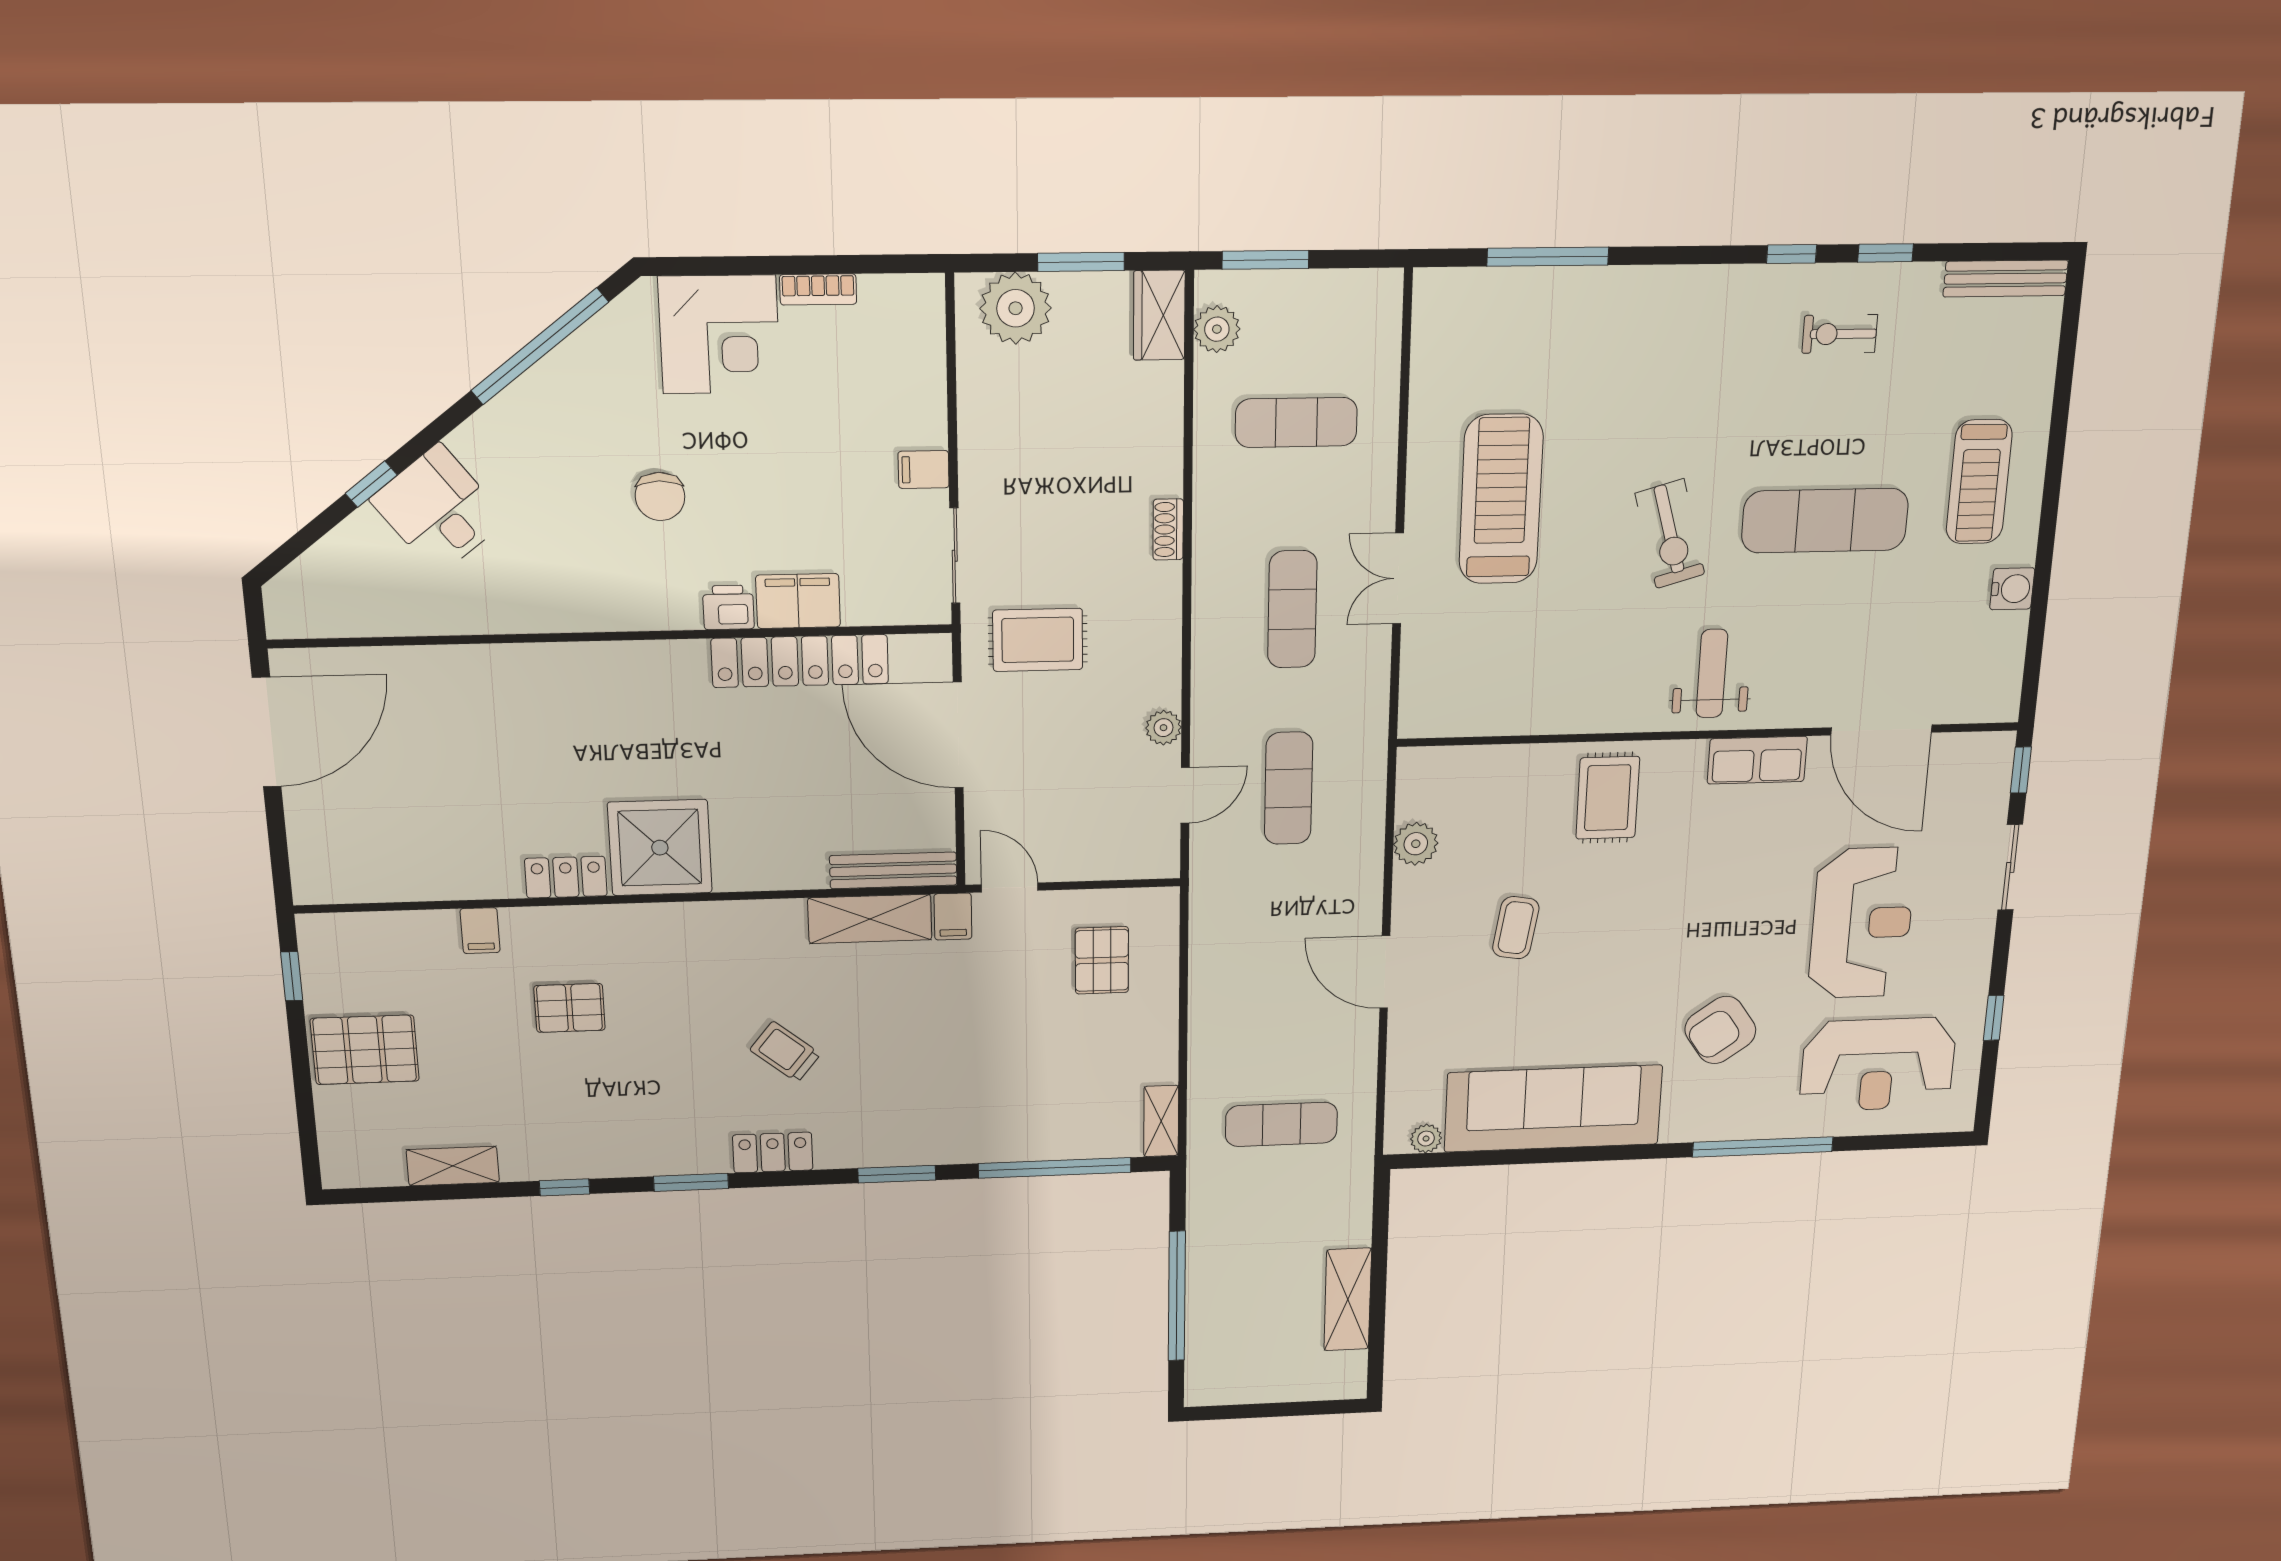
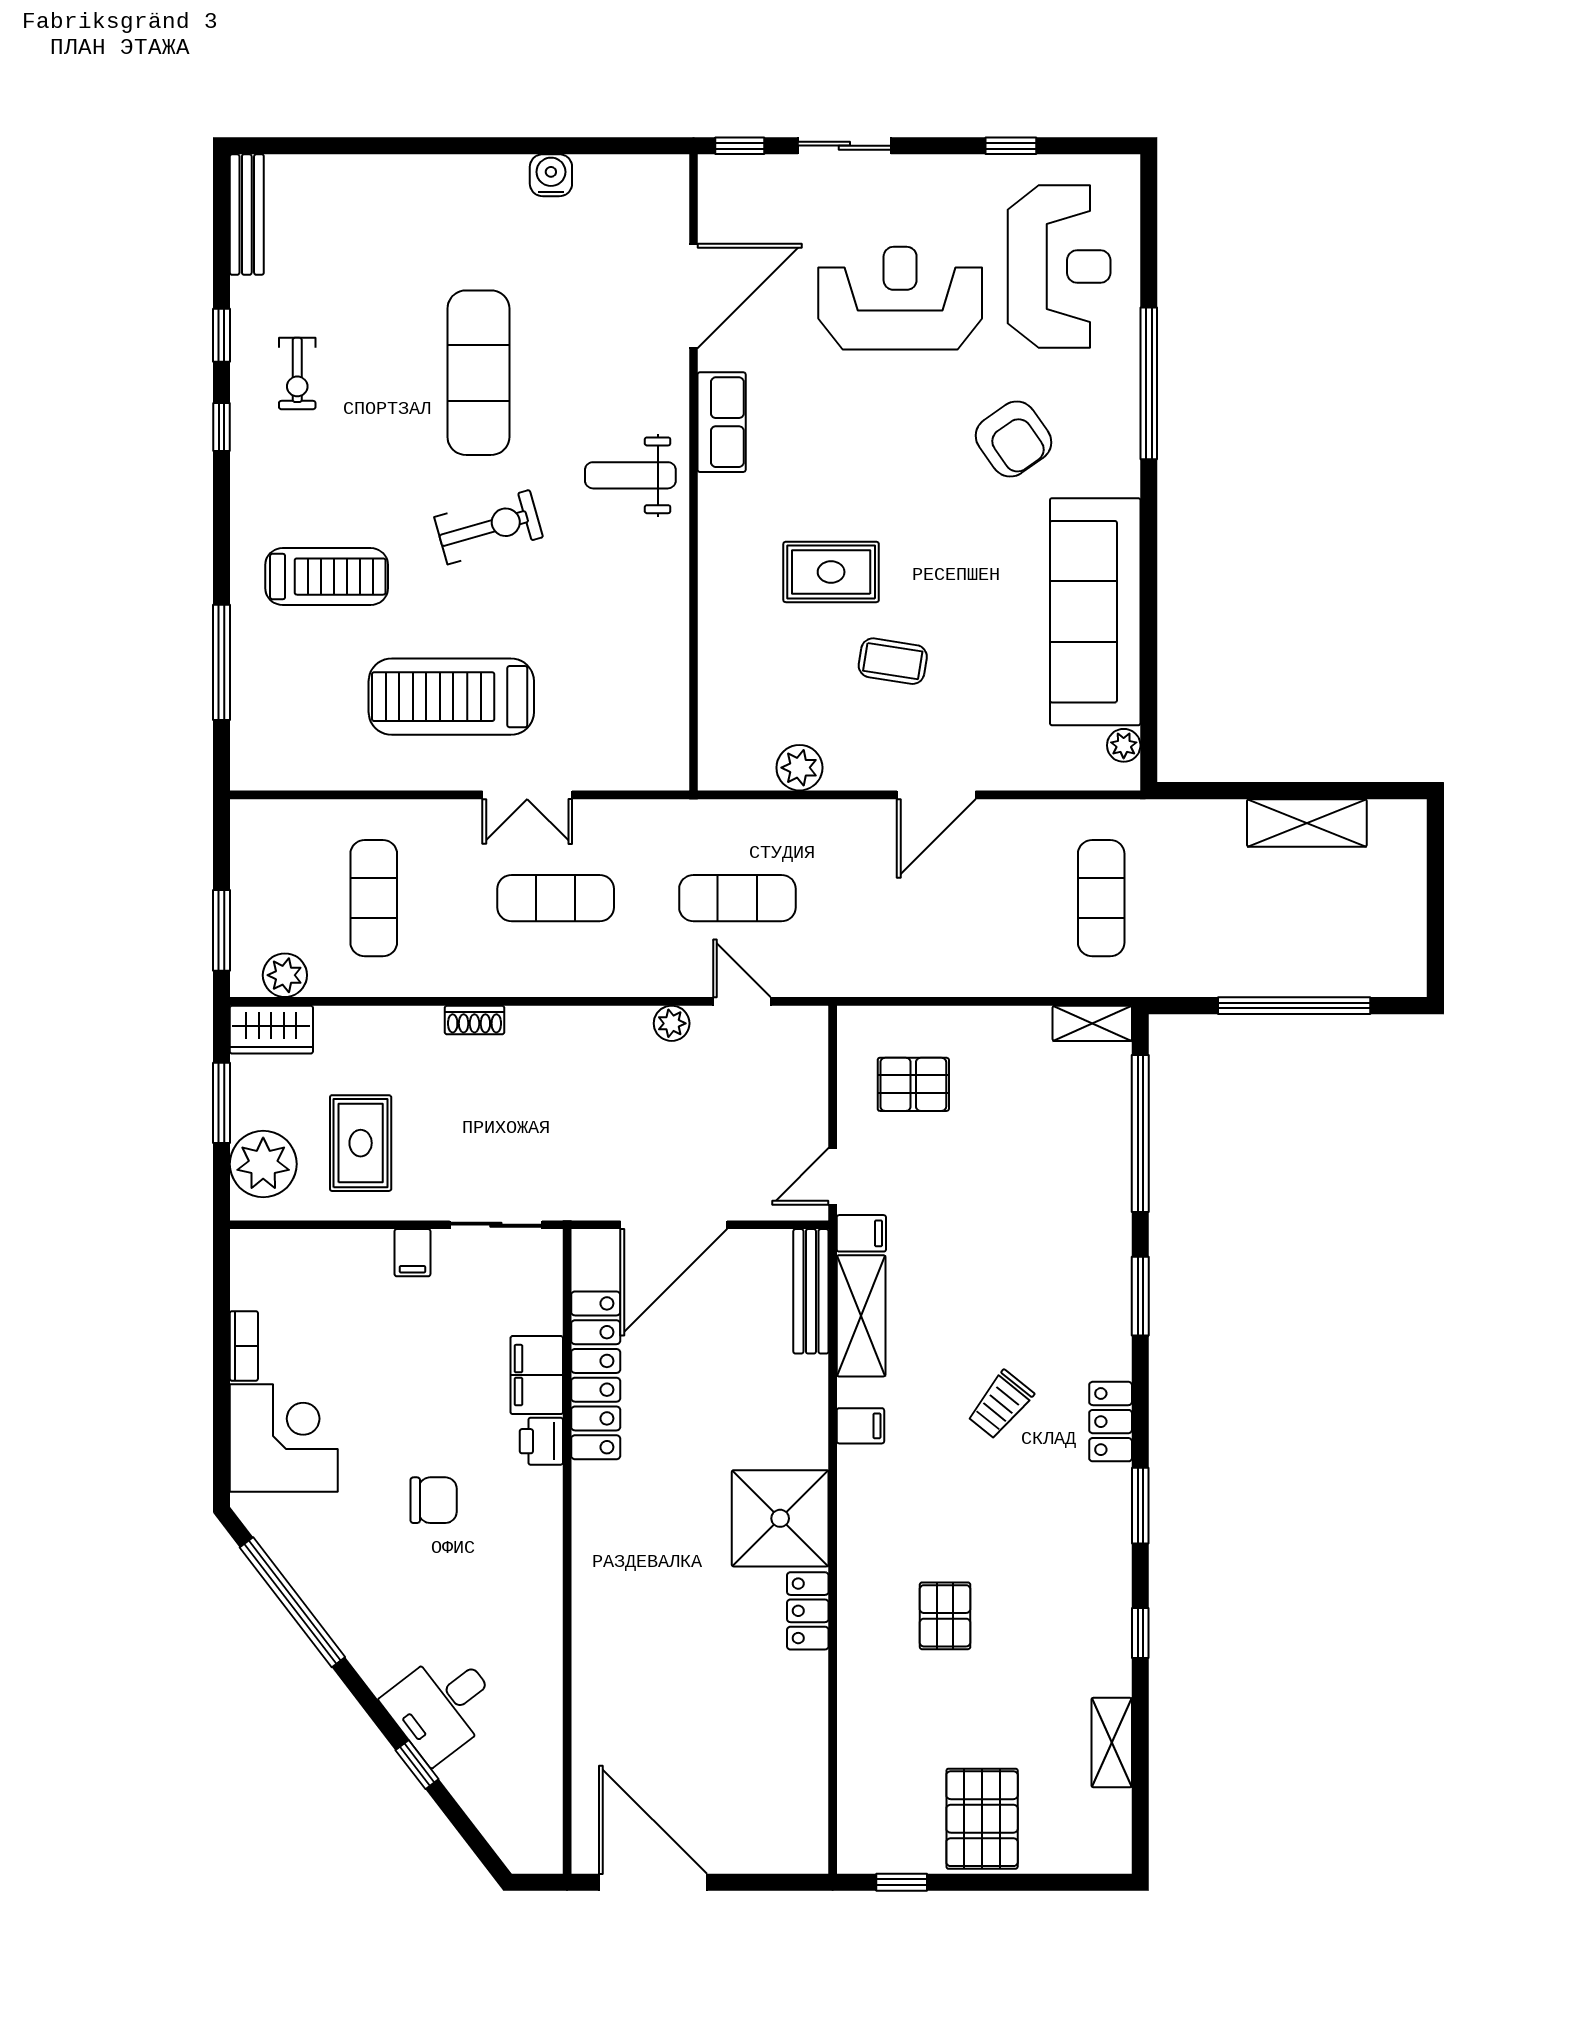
treadmill: (1979, 482) -> (327, 577), moved
rug: (1038, 640) -> (361, 1143), moved
rug: (1608, 798) -> (831, 572), moved
filing cabinet: (480, 931) -> (860, 1426), moved

